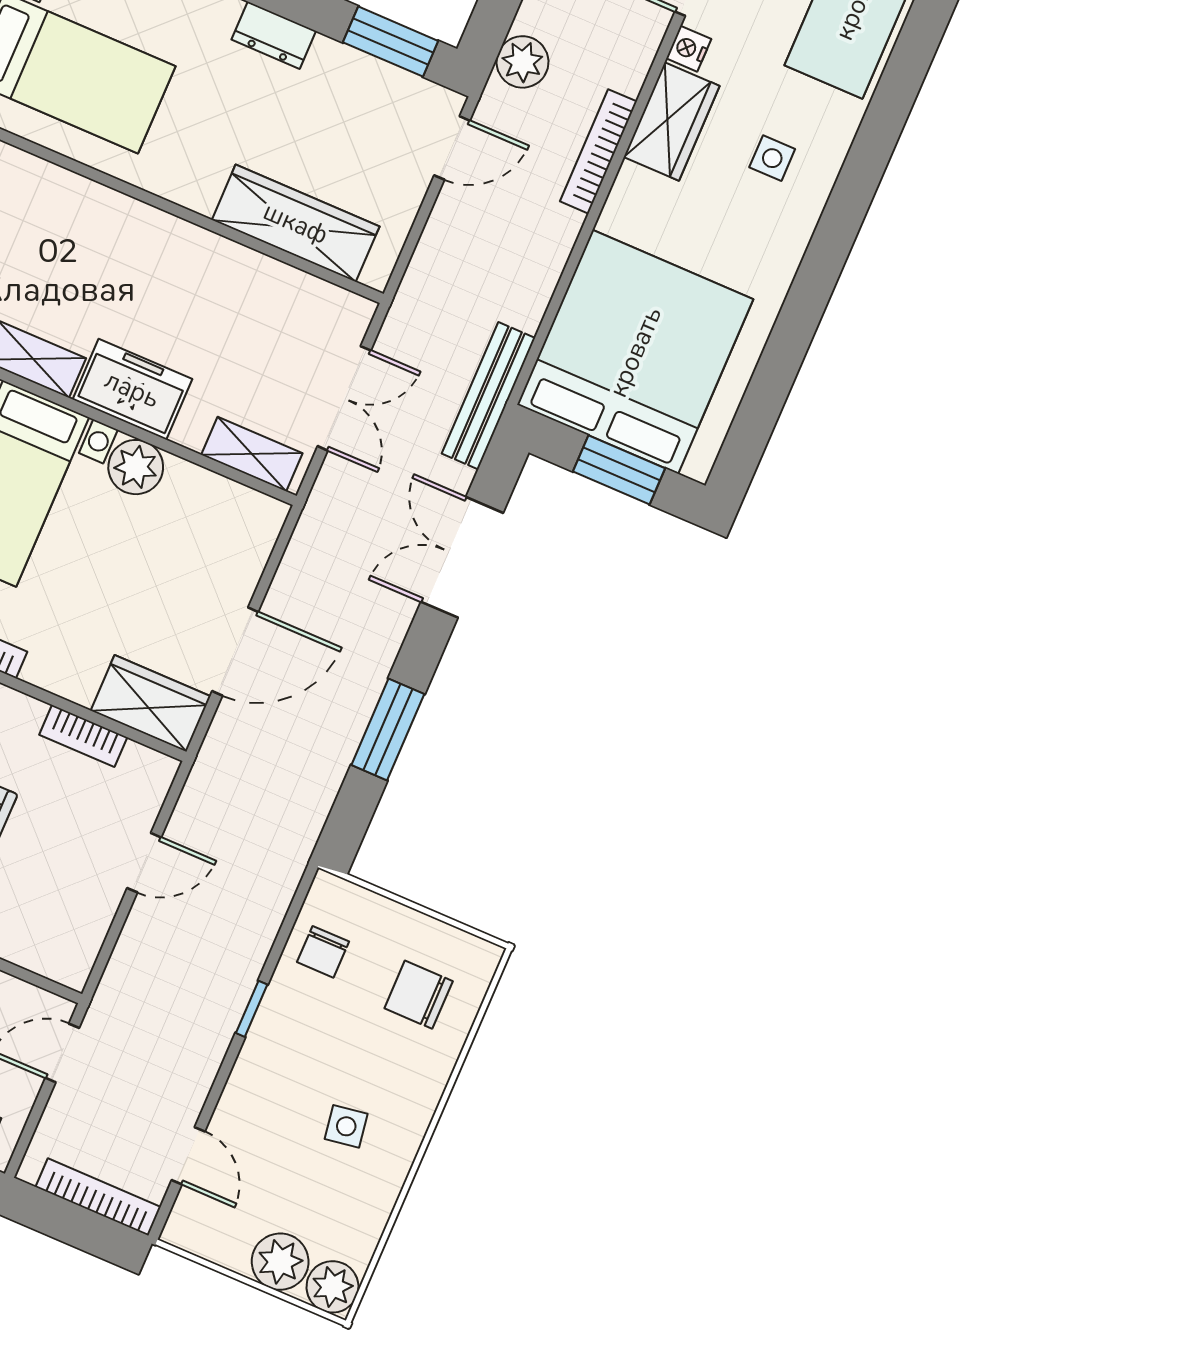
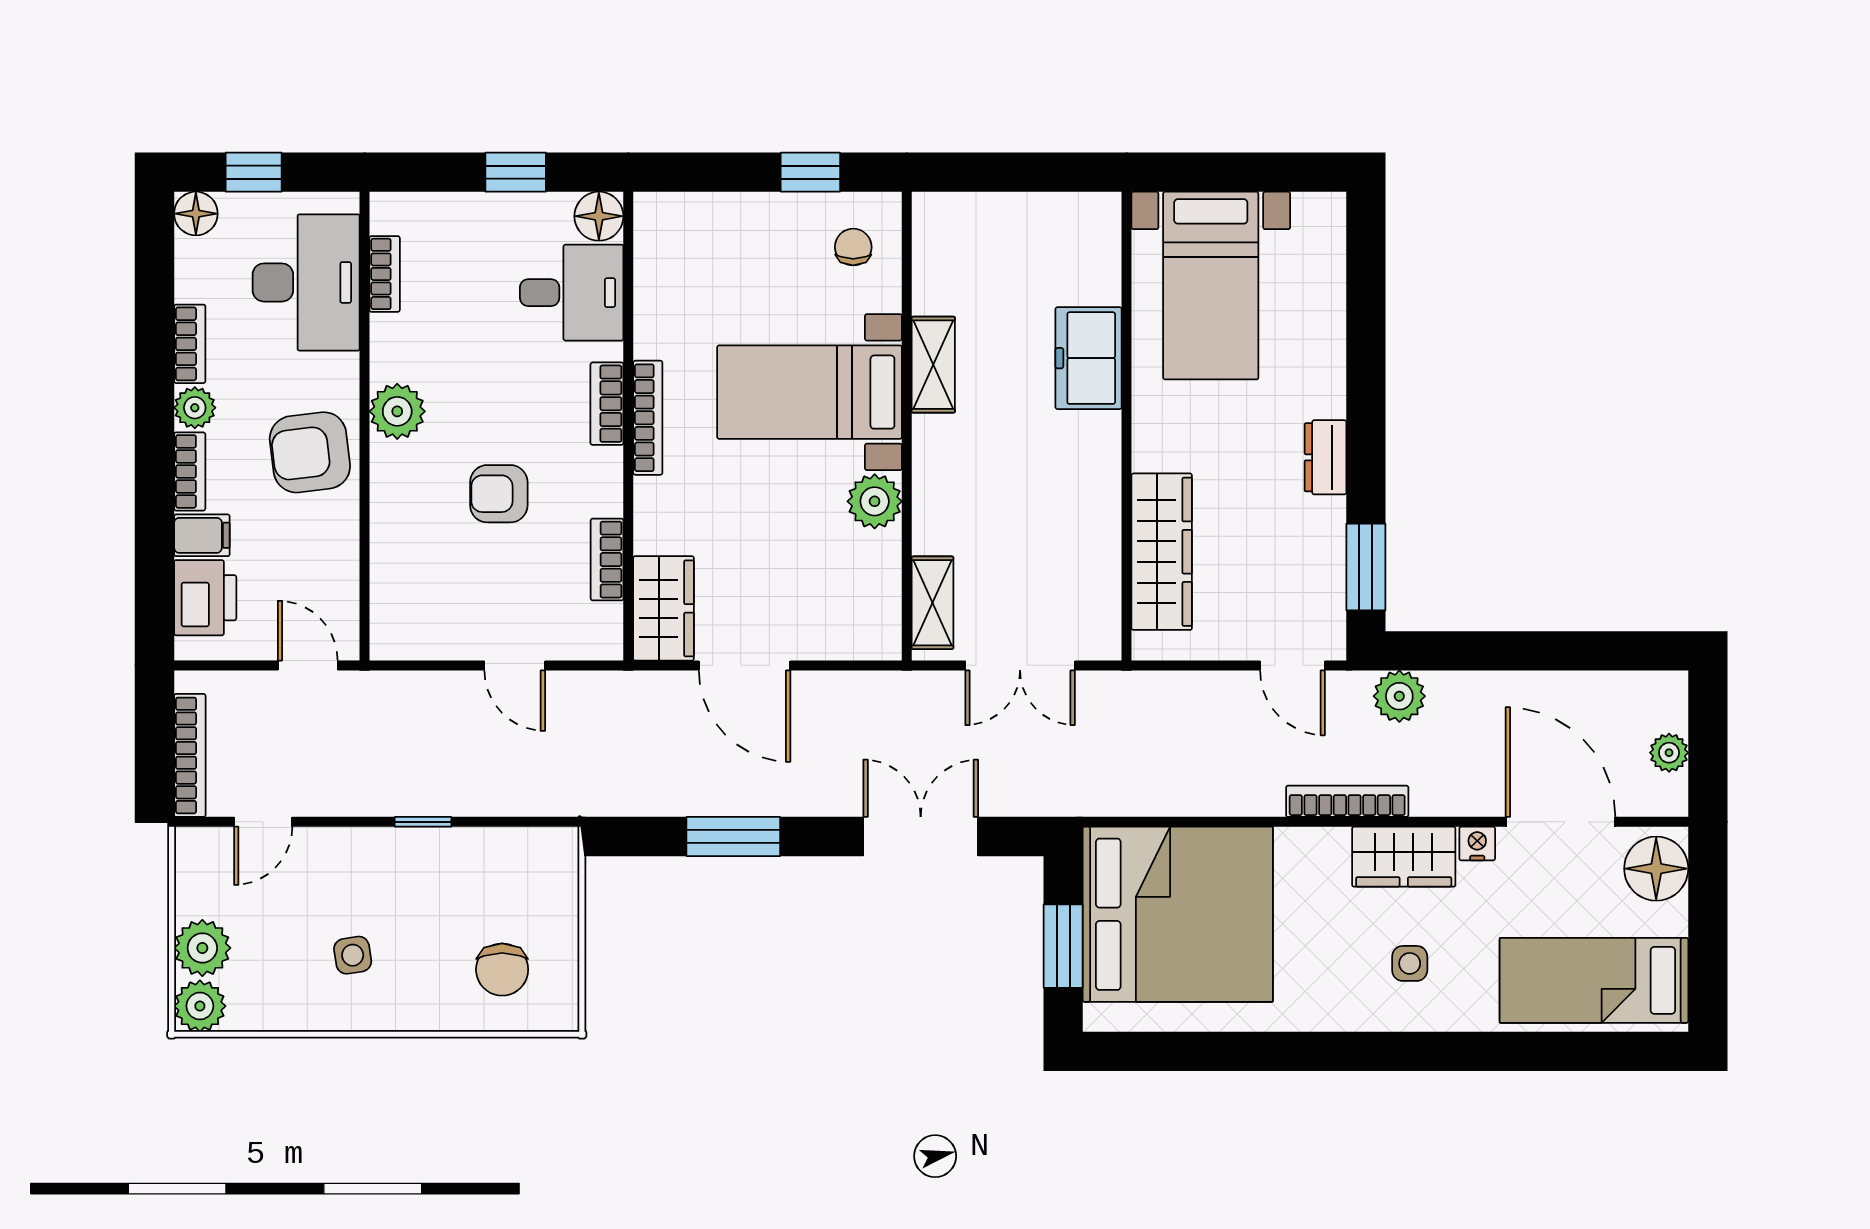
freezer: (132, 389) -> (1089, 358), moved, turned 180
bench: (488, 396) -> (1079, 797), removed
chair: (323, 952) -> (504, 865), removed
chair: (419, 995) -> (502, 970), turned 180

